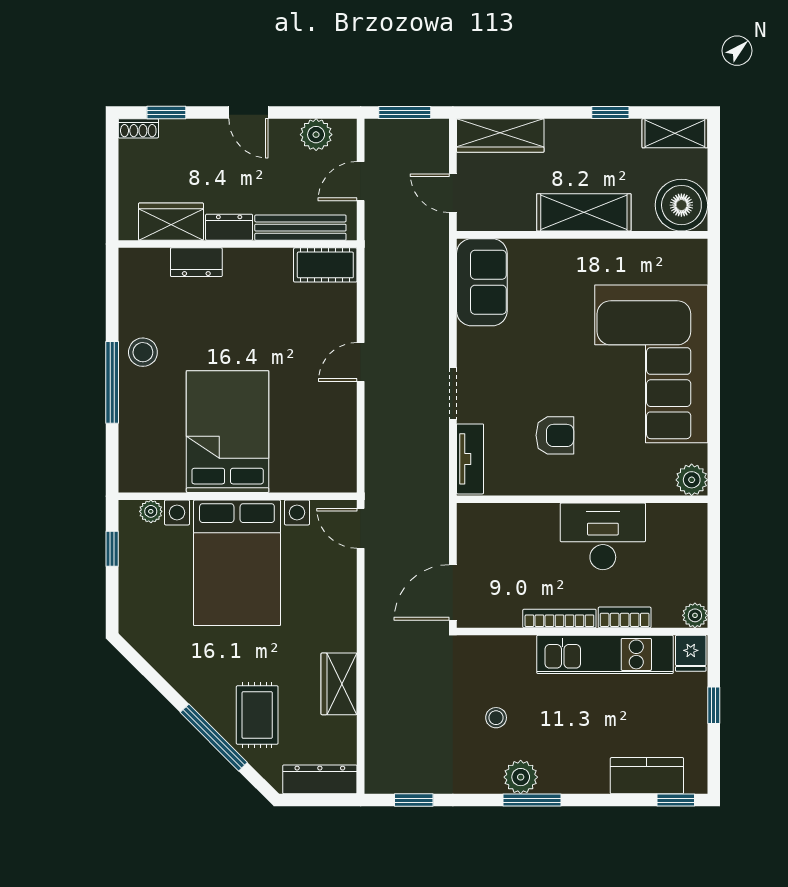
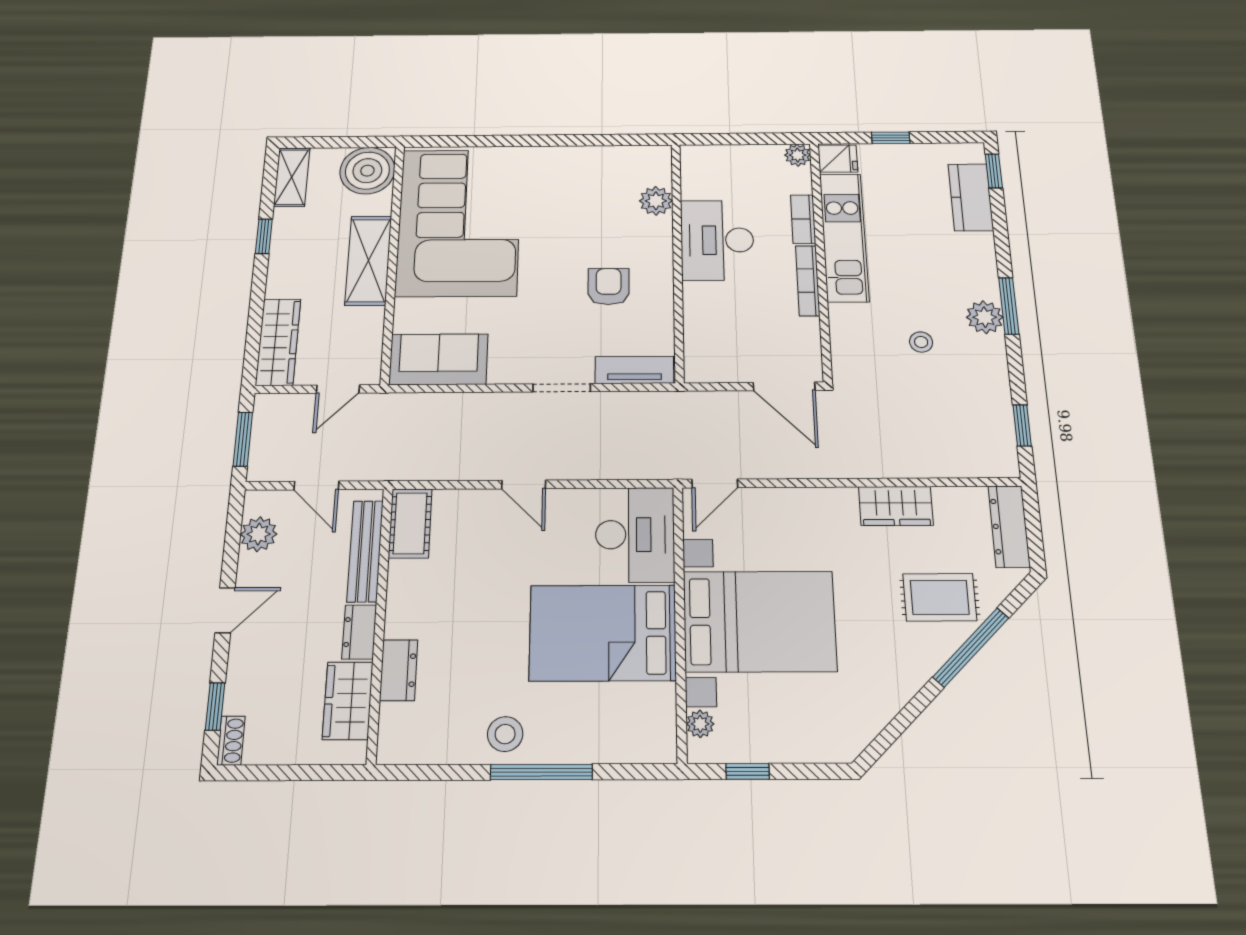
corner sofa: (651, 364) -> (459, 222), moved, turned -90
desk: (314, 459) -> (635, 535), added
plant: (692, 480) -> (656, 201), moved

